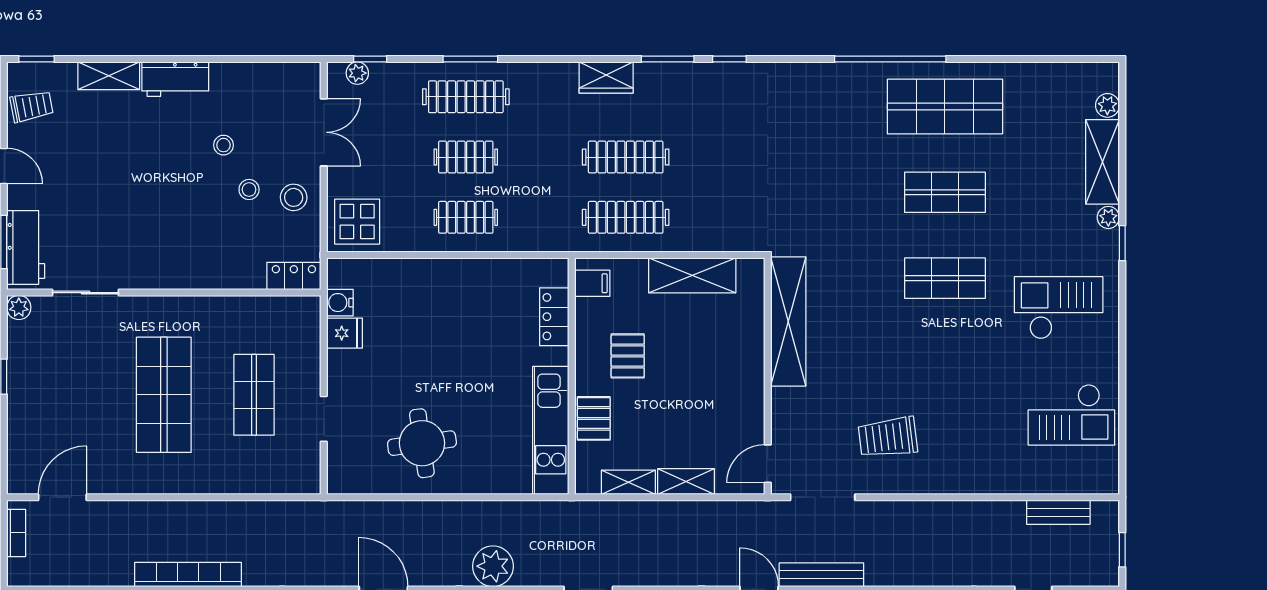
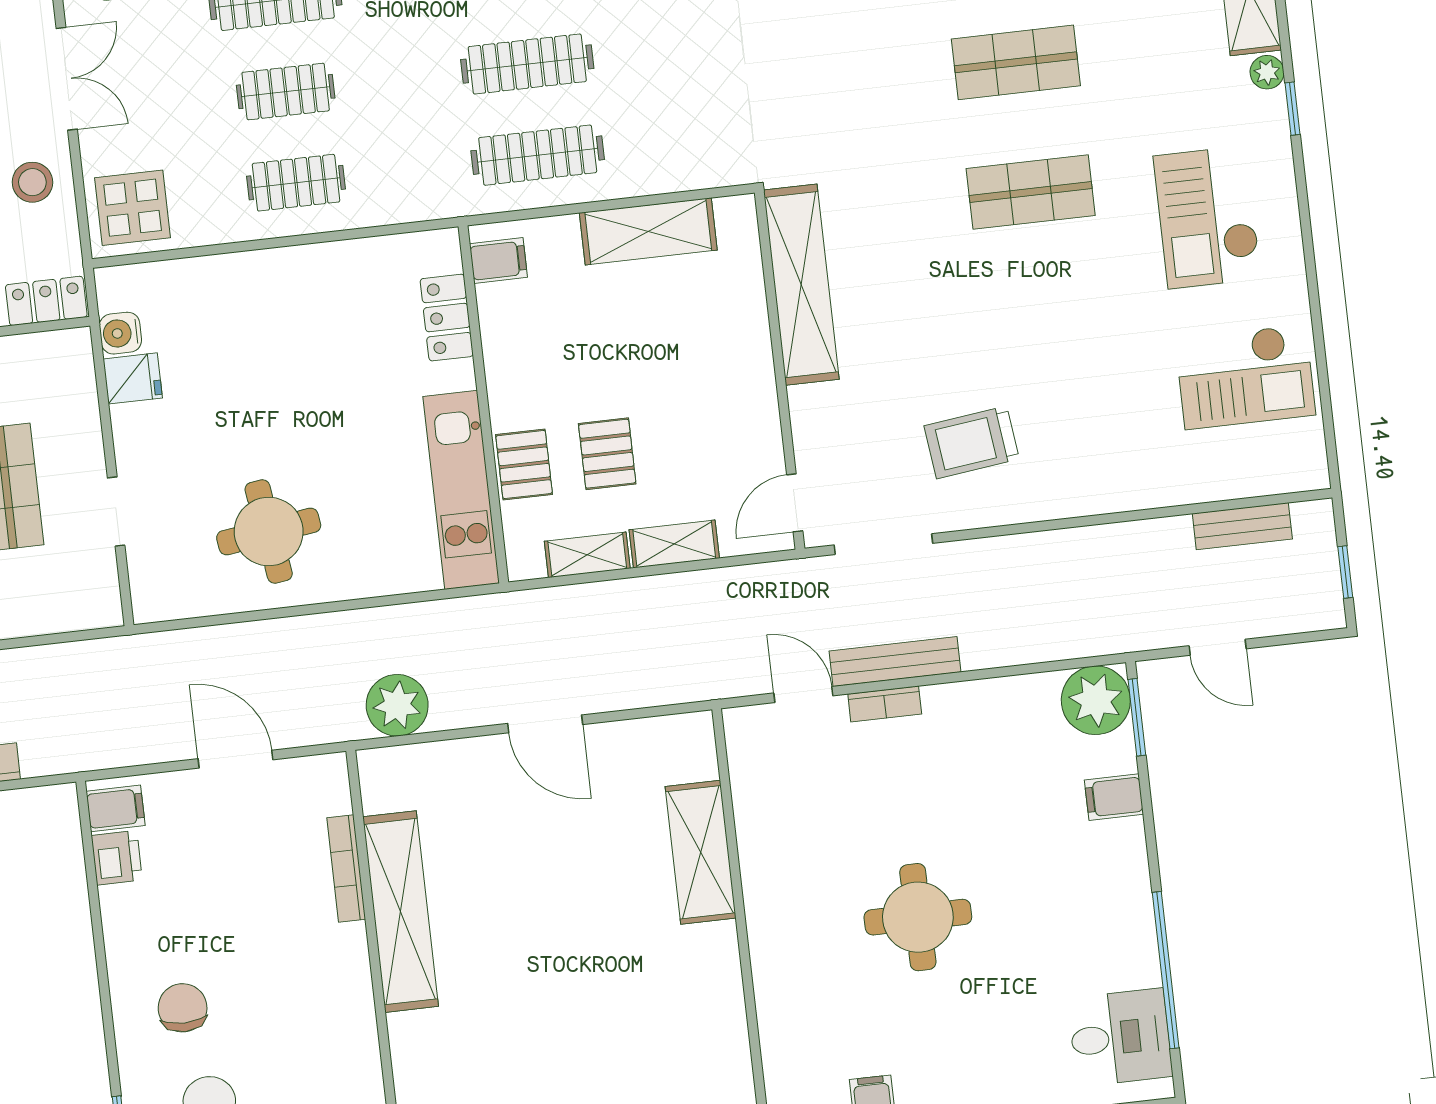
checkout: (1059, 308) -> (1207, 217), turned -90
pallet: (628, 356) -> (607, 454), moved

